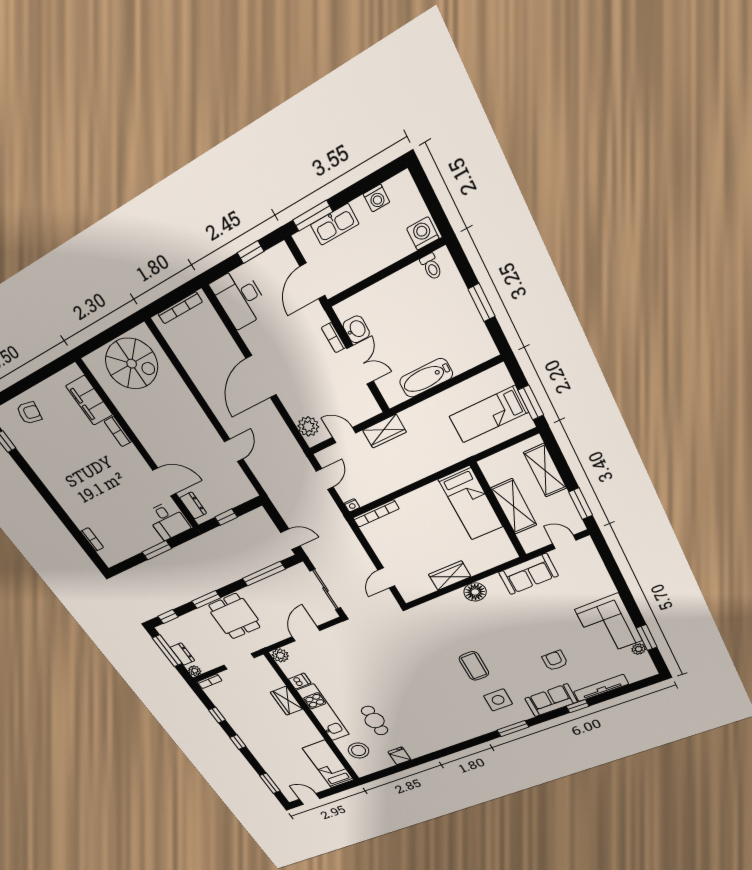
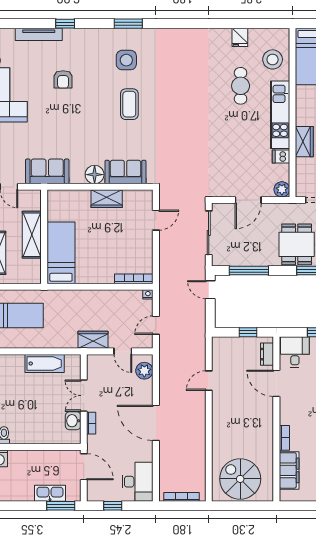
washing machine: (376, 198) -> (16, 494), removed
door: (312, 281) -> (84, 467), hinge flipped
door: (261, 377) -> (156, 423), swing flipped
sofa: (551, 700) -> (126, 172), moved, turned 180

